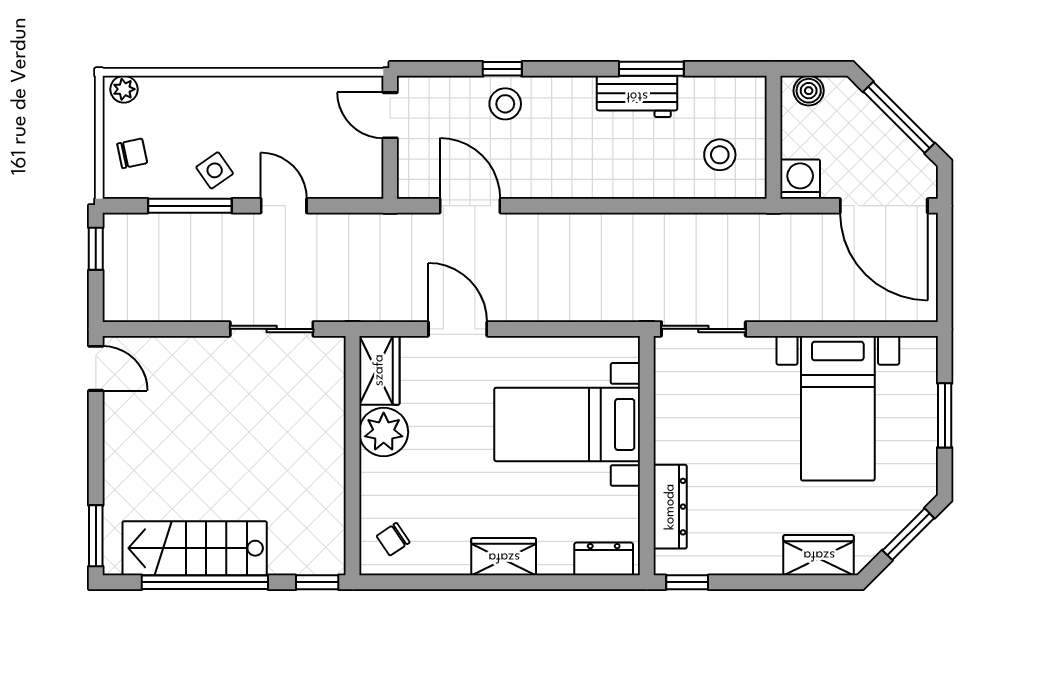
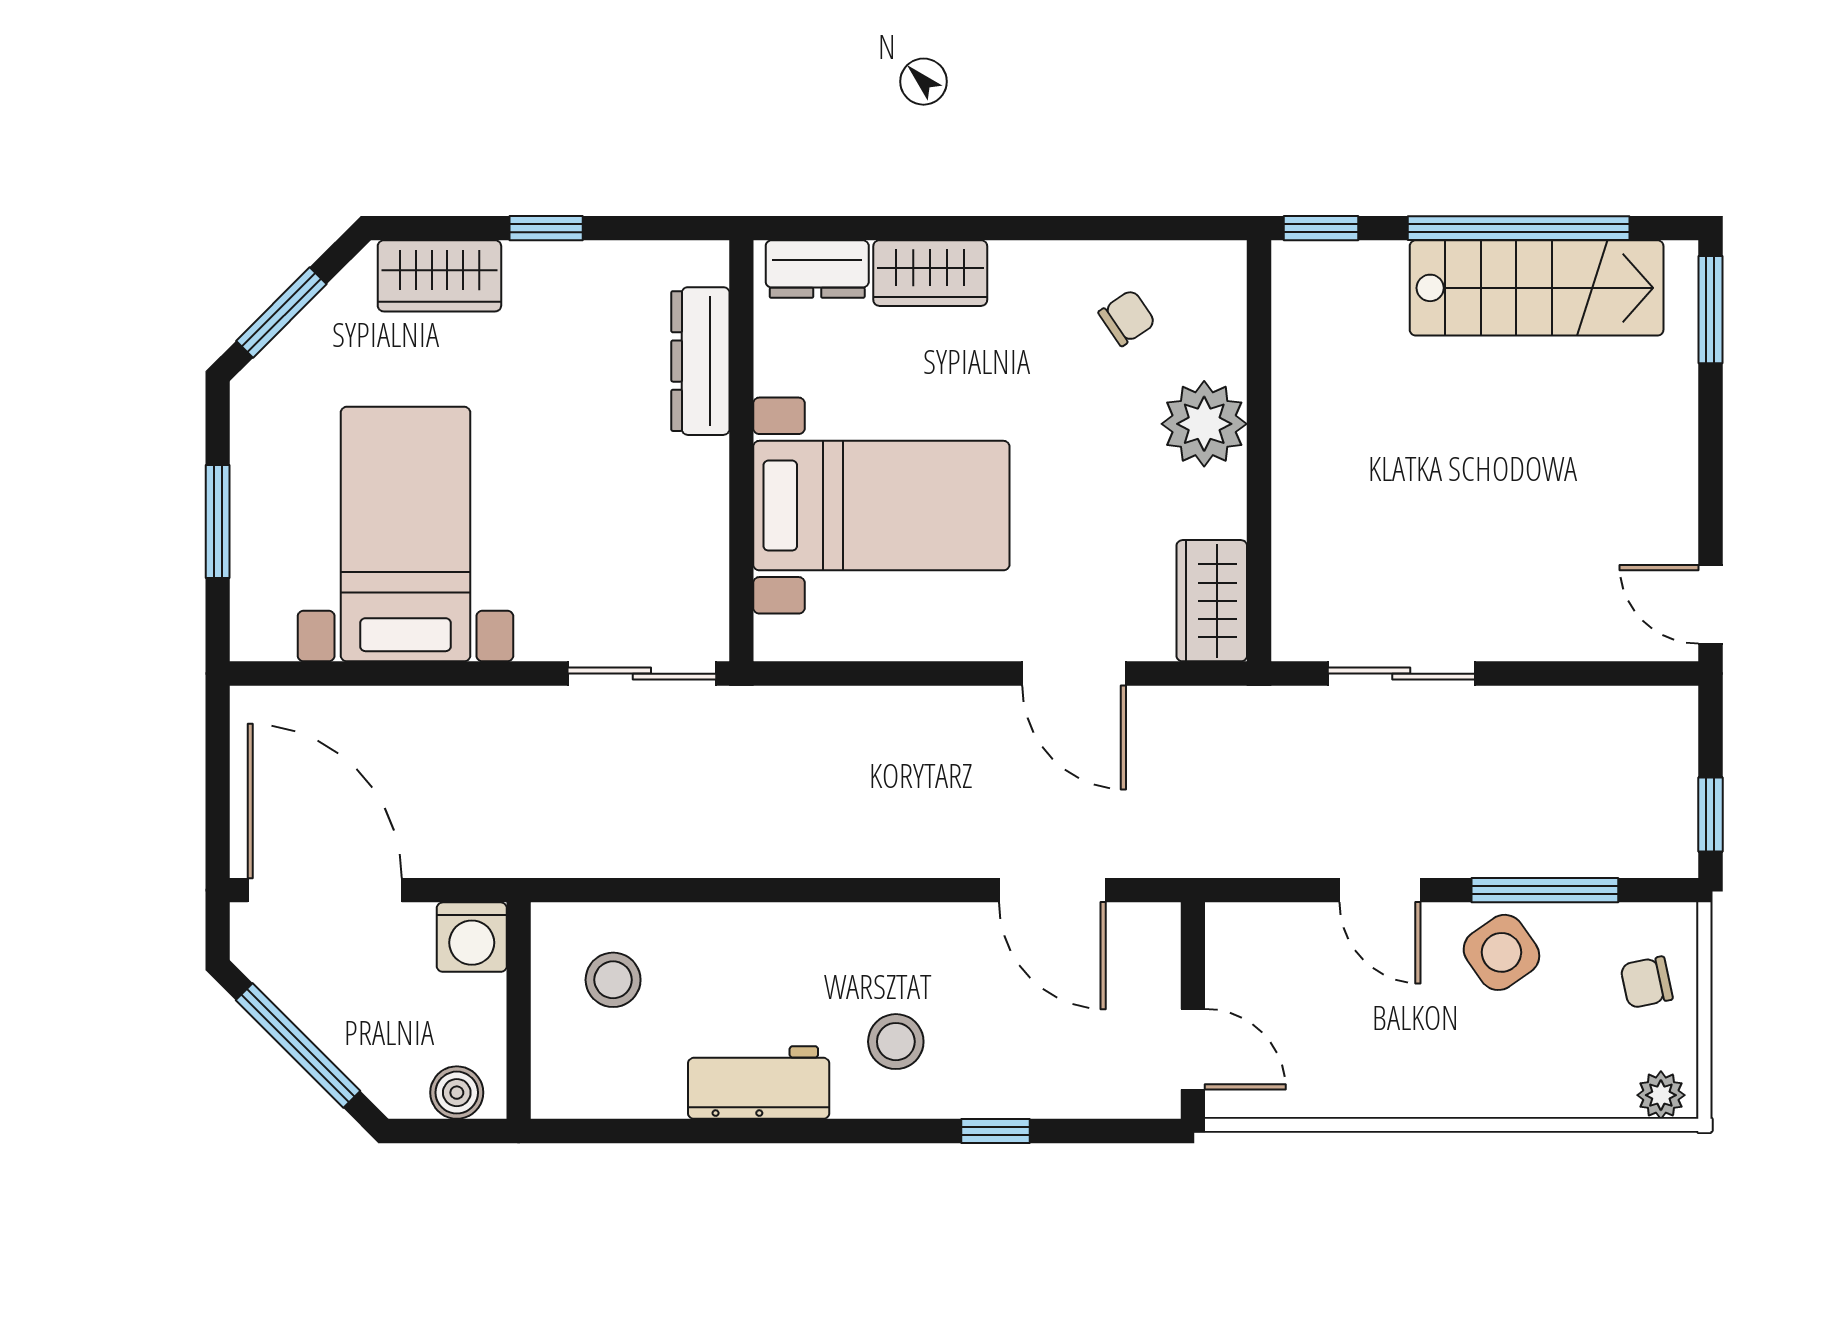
window: (651, 69) -> (733, 1131), removed
stool: (505, 104) -> (896, 1042), moved
side table: (215, 170) -> (1501, 952), width x1.37, depth x1.37
plant: (384, 432) -> (1204, 424), moved
chair: (393, 539) -> (1127, 318), moved
wardrobe: (504, 557) -> (930, 273), moved
window: (687, 582) -> (546, 228), moved

